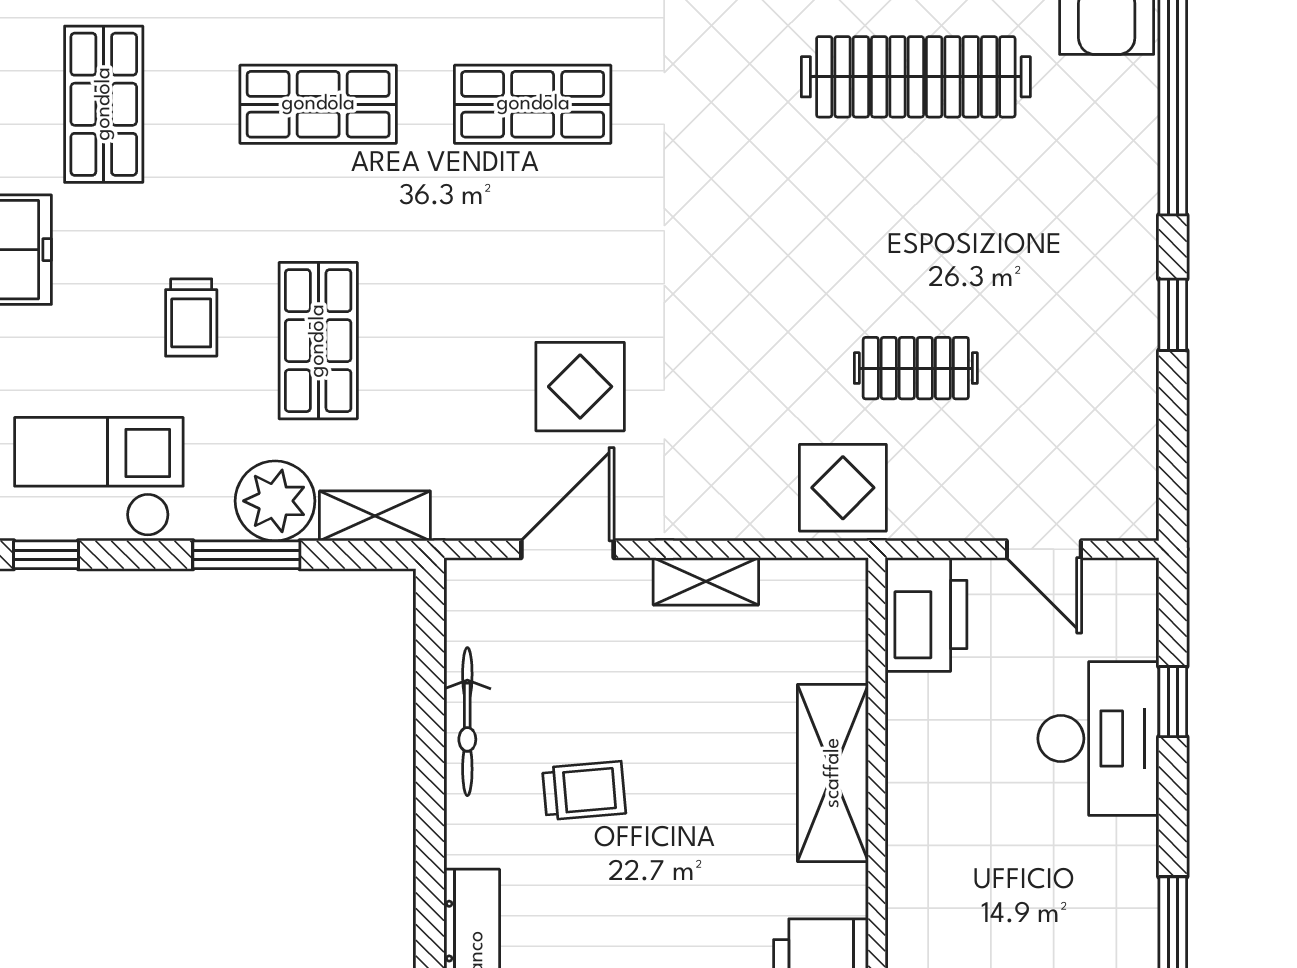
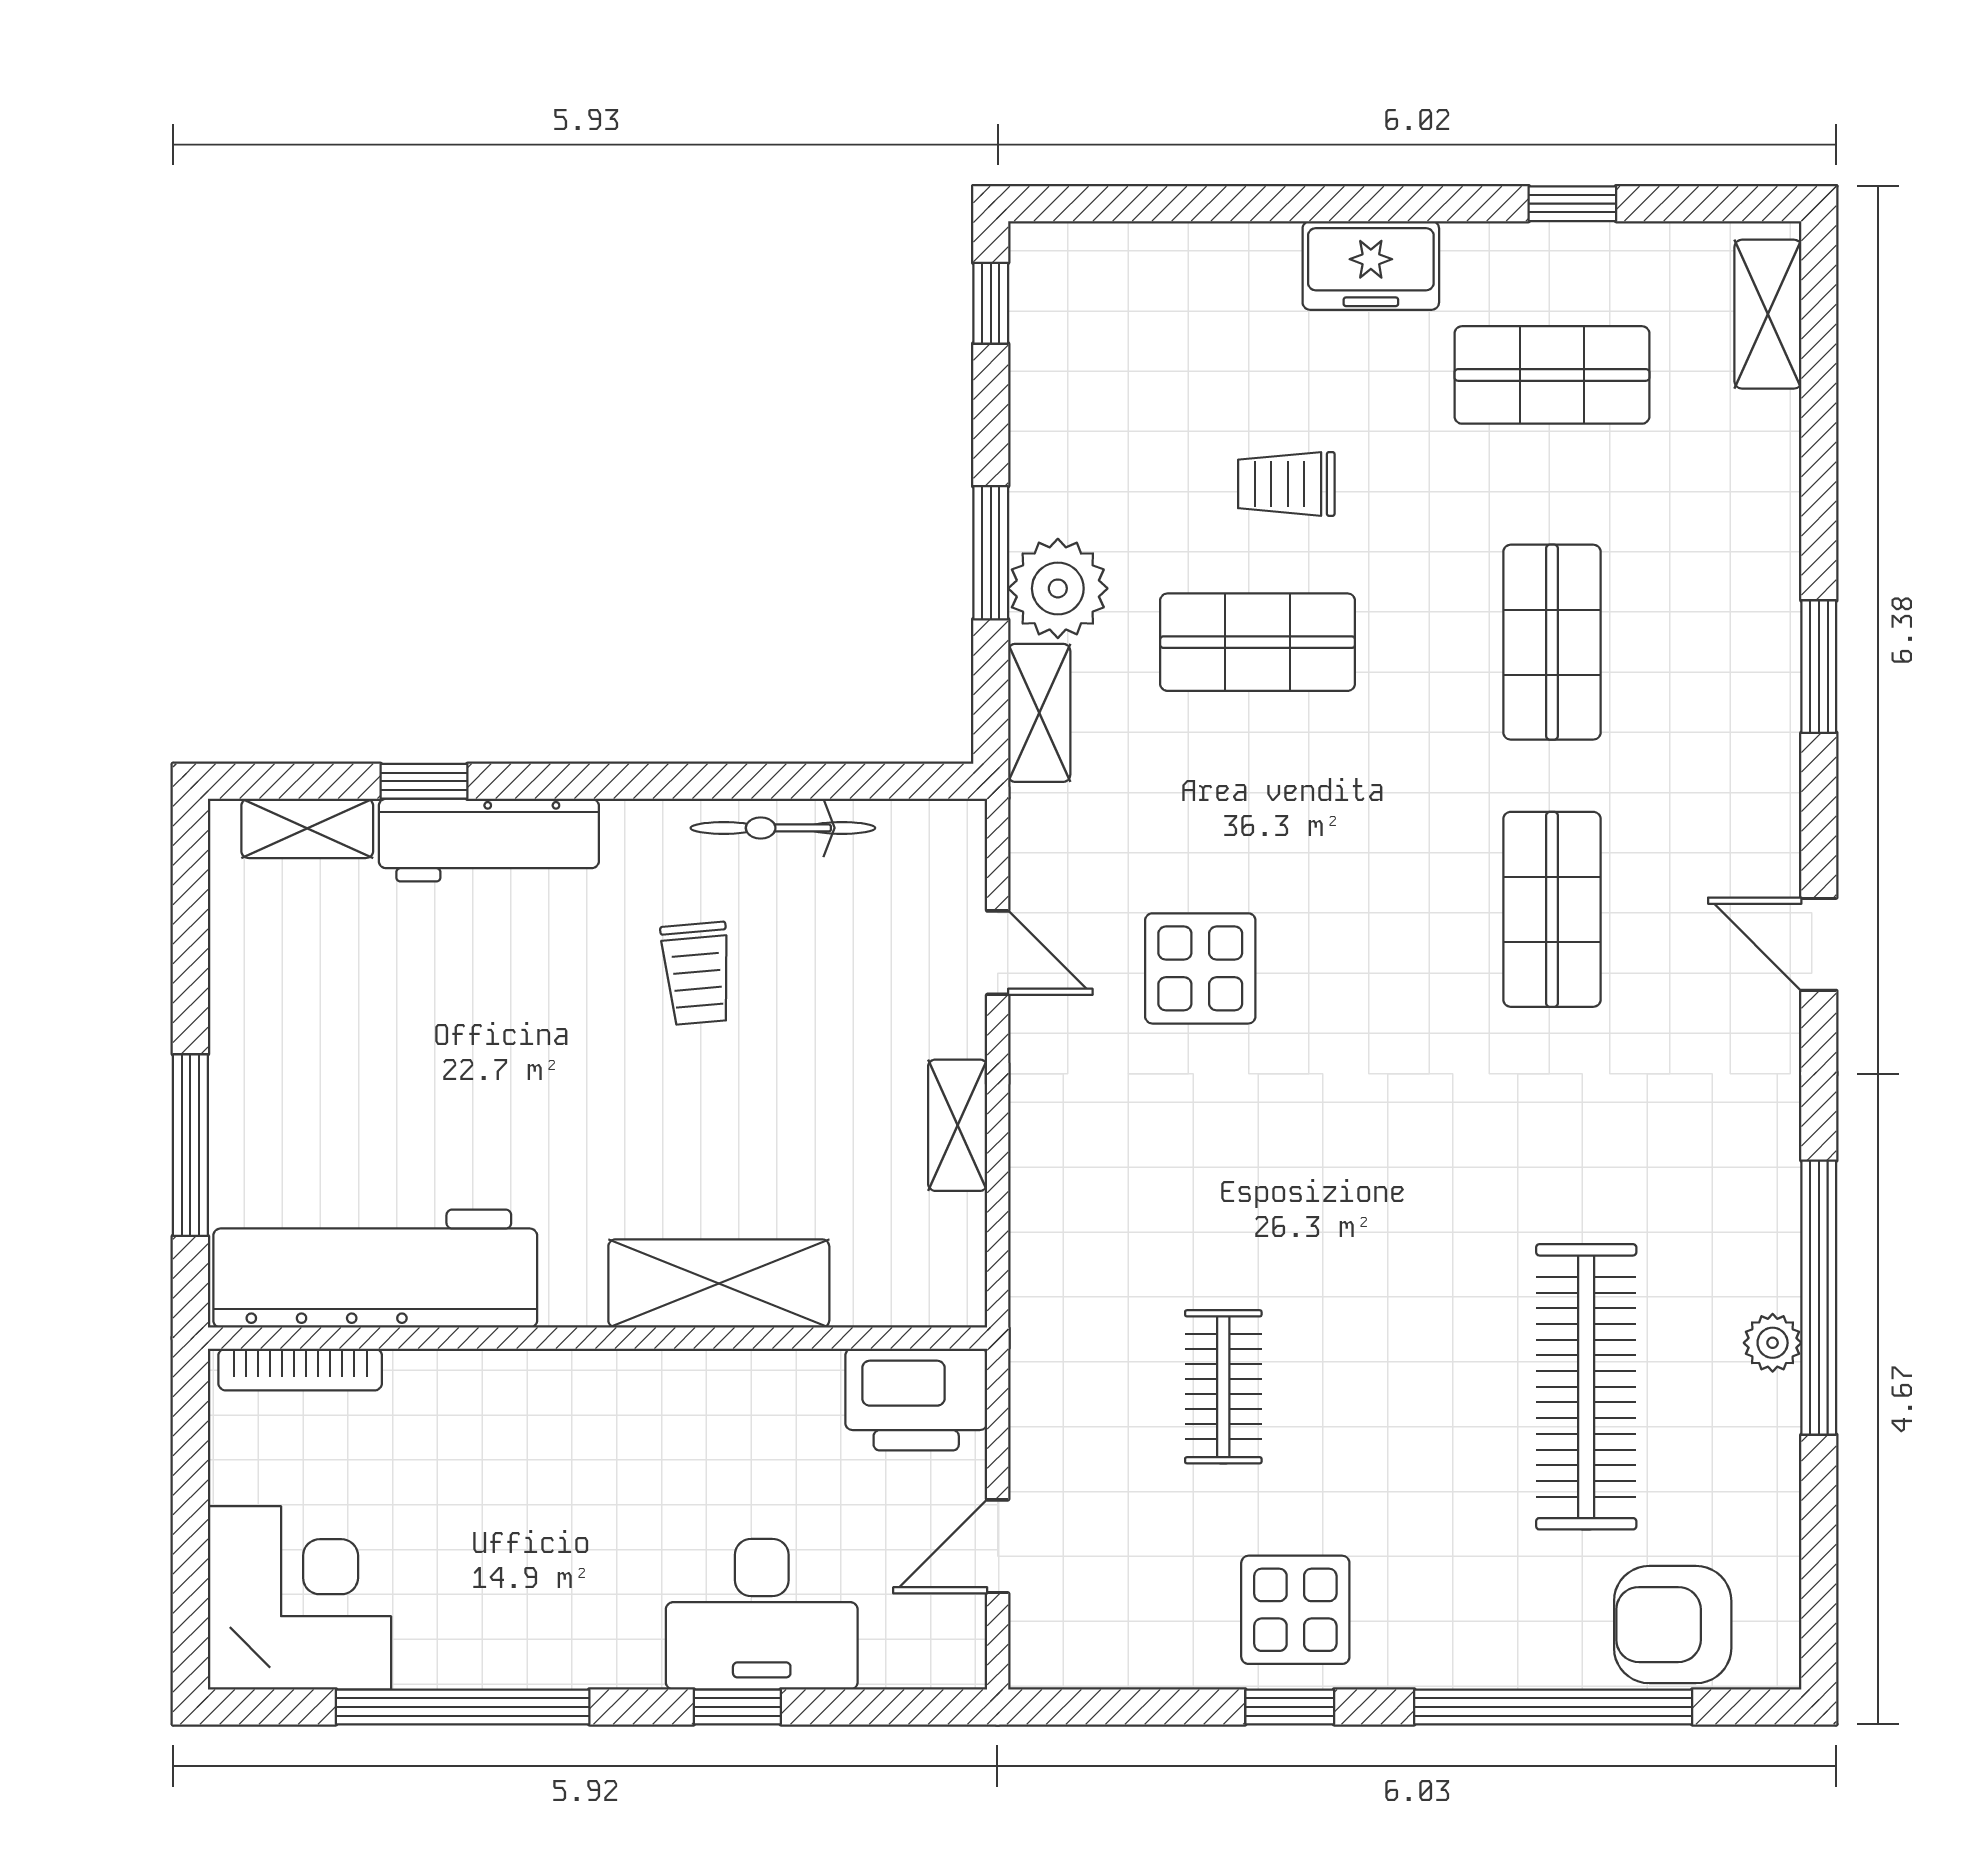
checkout: (99, 477) -> (1088, 369), removed
display table: (843, 488) -> (1295, 1610), moved
door: (567, 549) -> (998, 953), width x0.73
window: (1173, 702) -> (737, 1707), moved

